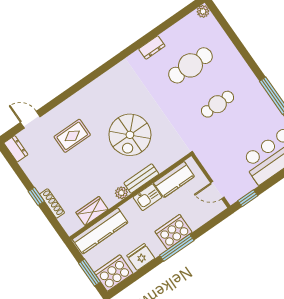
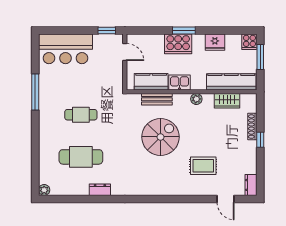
bench: (141, 178) -> (157, 99), moved
window: (177, 248) -> (184, 31), width x0.69
cooker: (114, 273) -> (249, 42), width x0.53, depth x0.76

